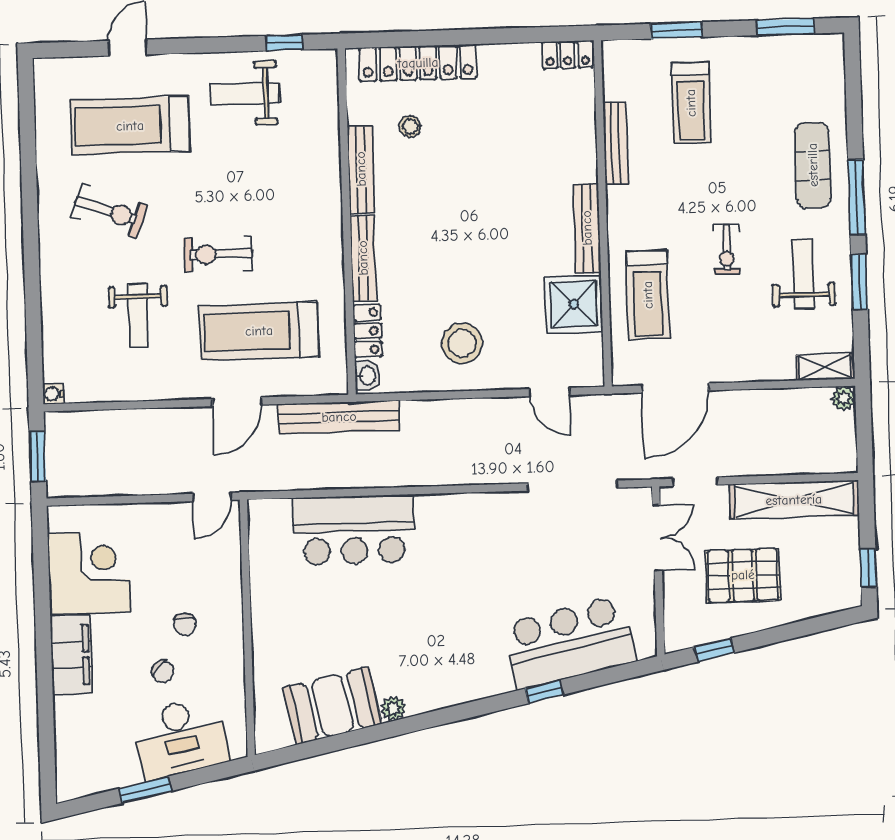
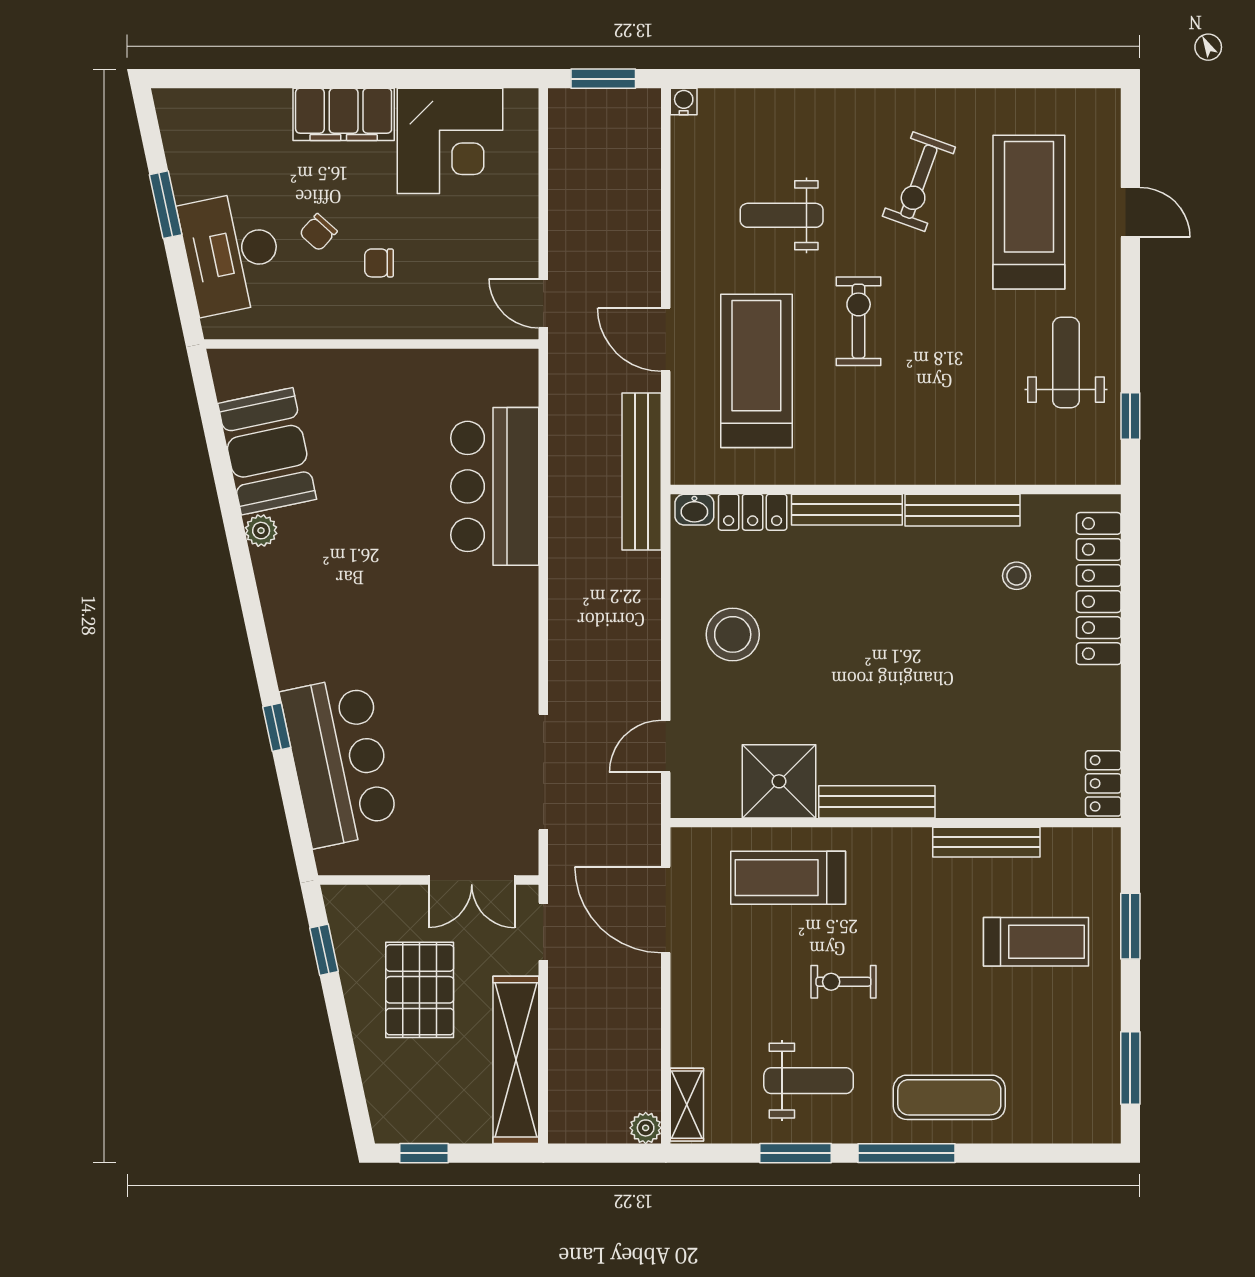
treadmill: (691, 103) -> (1036, 942), turned 180

